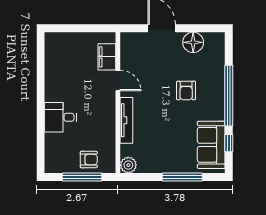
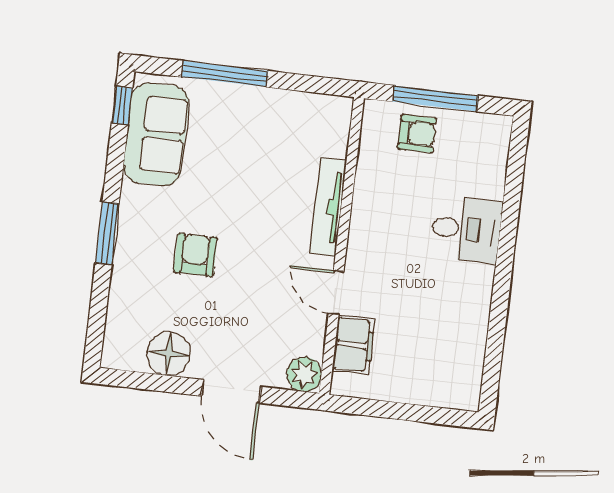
window: (229, 96) -> (107, 233), width x0.47
window: (229, 143) -> (122, 106), moved
armchair: (89, 160) -> (417, 134), turned 180
plant: (128, 165) -> (304, 374), moved

